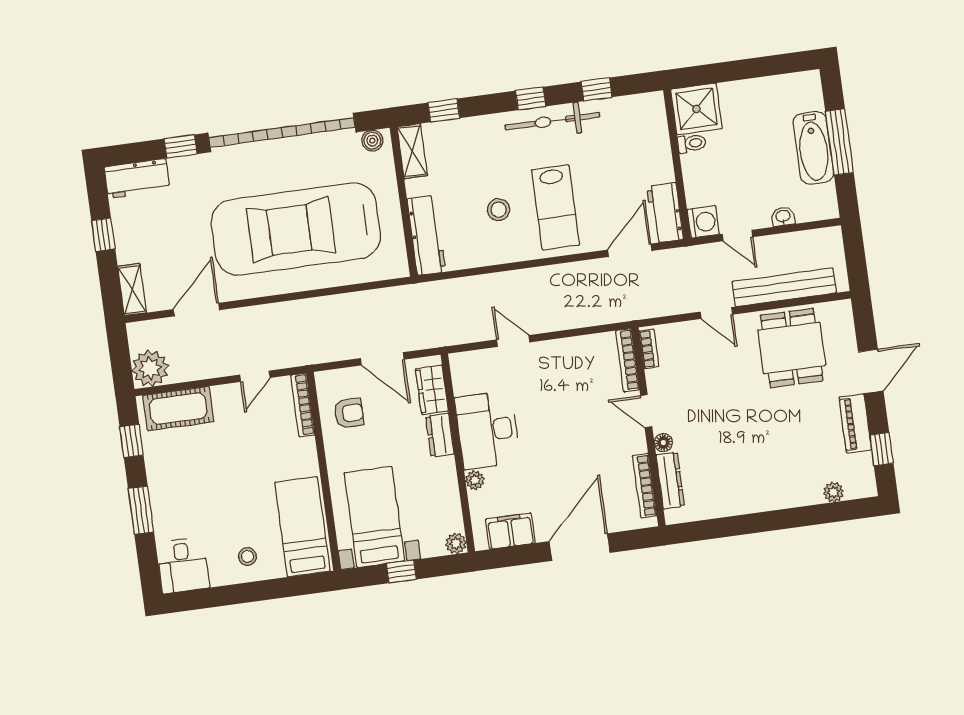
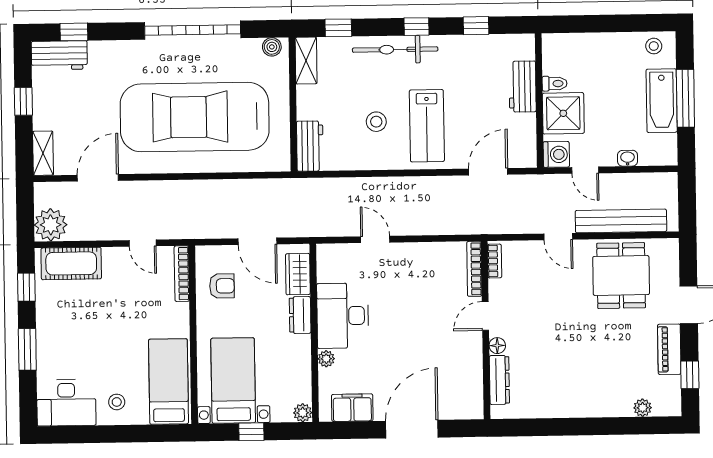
stool: (797, 88) -> (654, 46), added
shower: (696, 109) -> (563, 113), moved
bicycle: (552, 121) -> (395, 50), moved
garage door: (282, 133) -> (193, 30), width x0.73
window: (181, 146) -> (74, 32), moved
workbench: (665, 213) -> (522, 87), moved
workbench: (427, 235) -> (310, 146), width x0.73
door: (255, 376) -> (143, 243), hinge flipped
door: (646, 411) -> (485, 316), hinge flipped
bookcase: (645, 486) -> (476, 382), removed
desk: (183, 565) -> (66, 403), width x1.37

